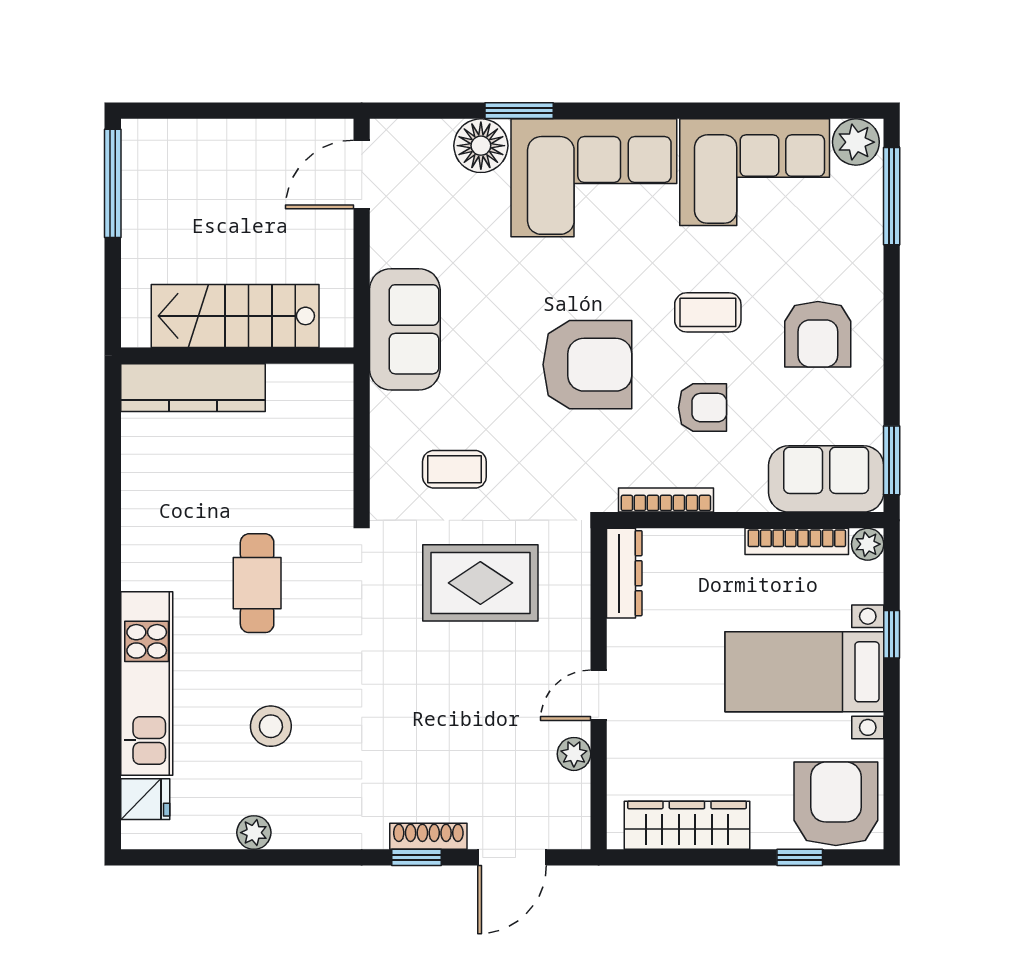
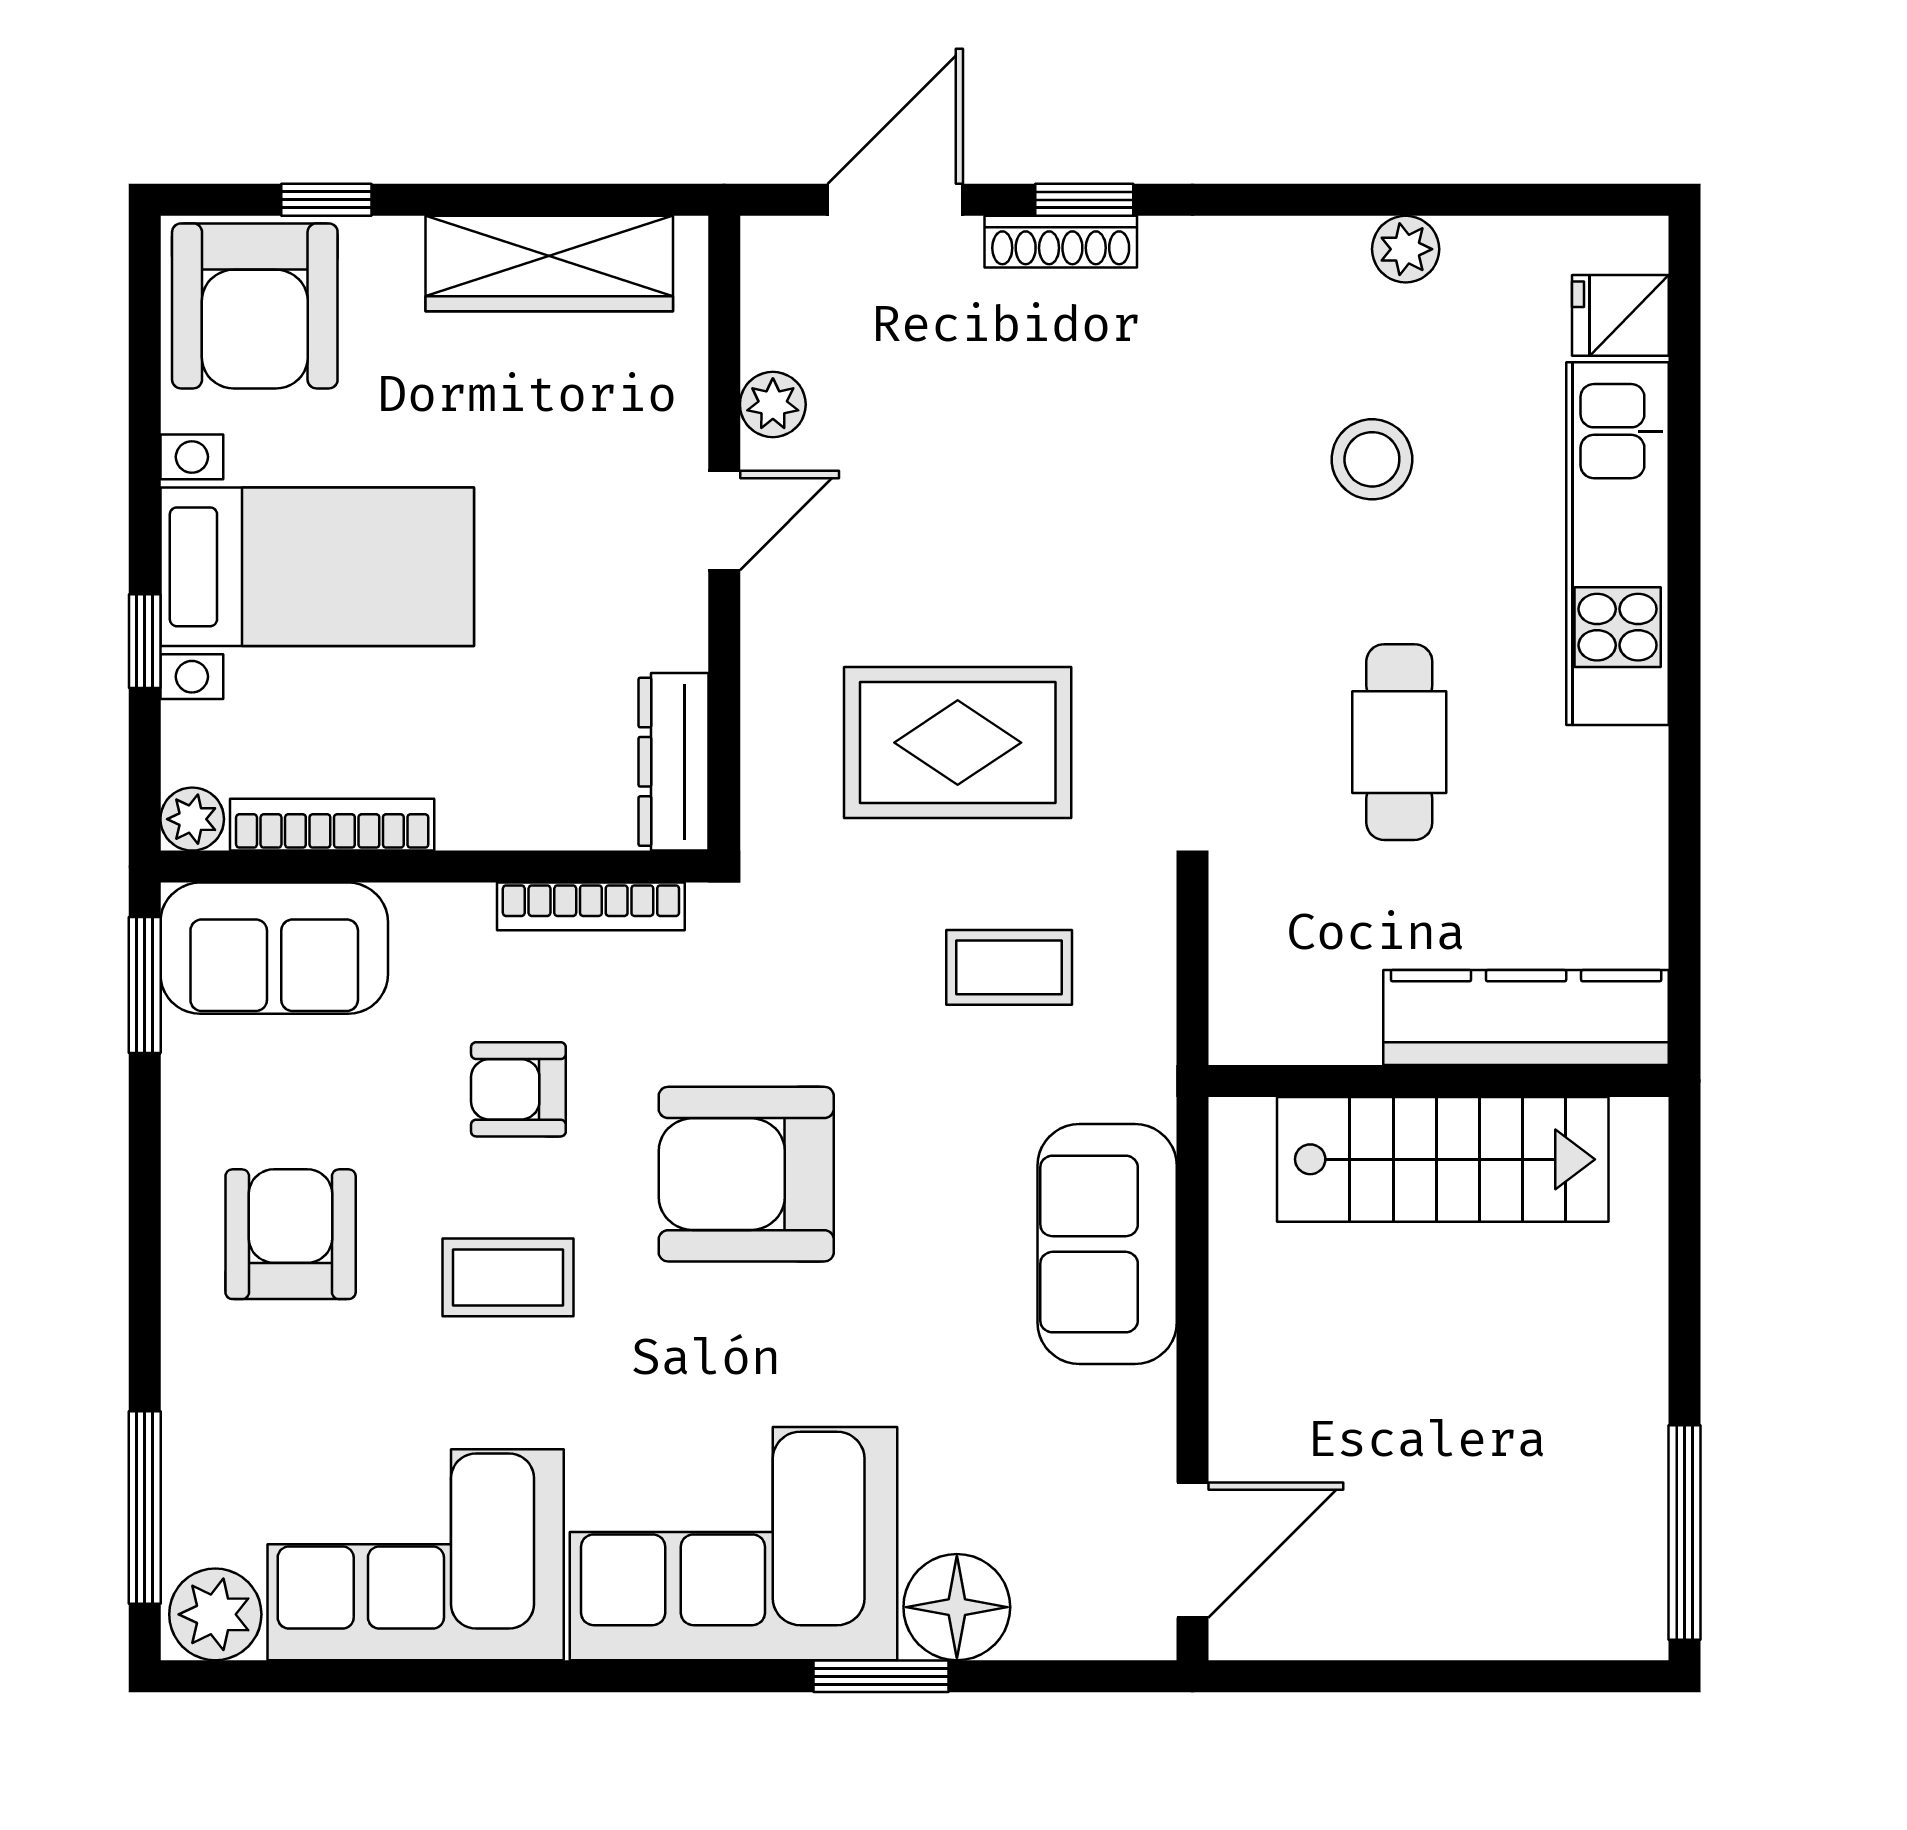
stairs: (235, 316) -> (1443, 1159), moved
wall: (237, 356) -> (1439, 1081), moved
kitchen counter: (193, 388) -> (1526, 1017), moved

